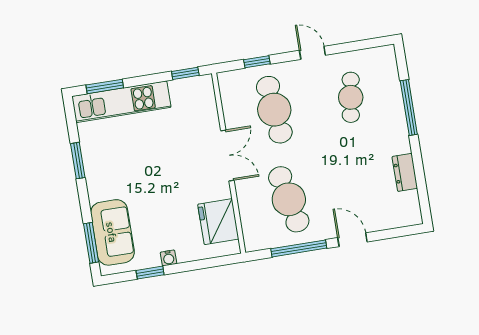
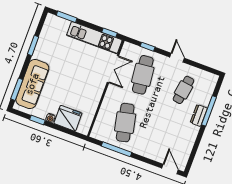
kitchen unit: (121, 102) -> (94, 38), moved
double door: (227, 155) -> (113, 69), moved
dresser: (405, 172) -> (199, 115), moved
fridge: (218, 222) -> (68, 118), moved, turned 90
sofa: (112, 232) -> (32, 84), width x1.36
door: (352, 240) -> (170, 169), moved

